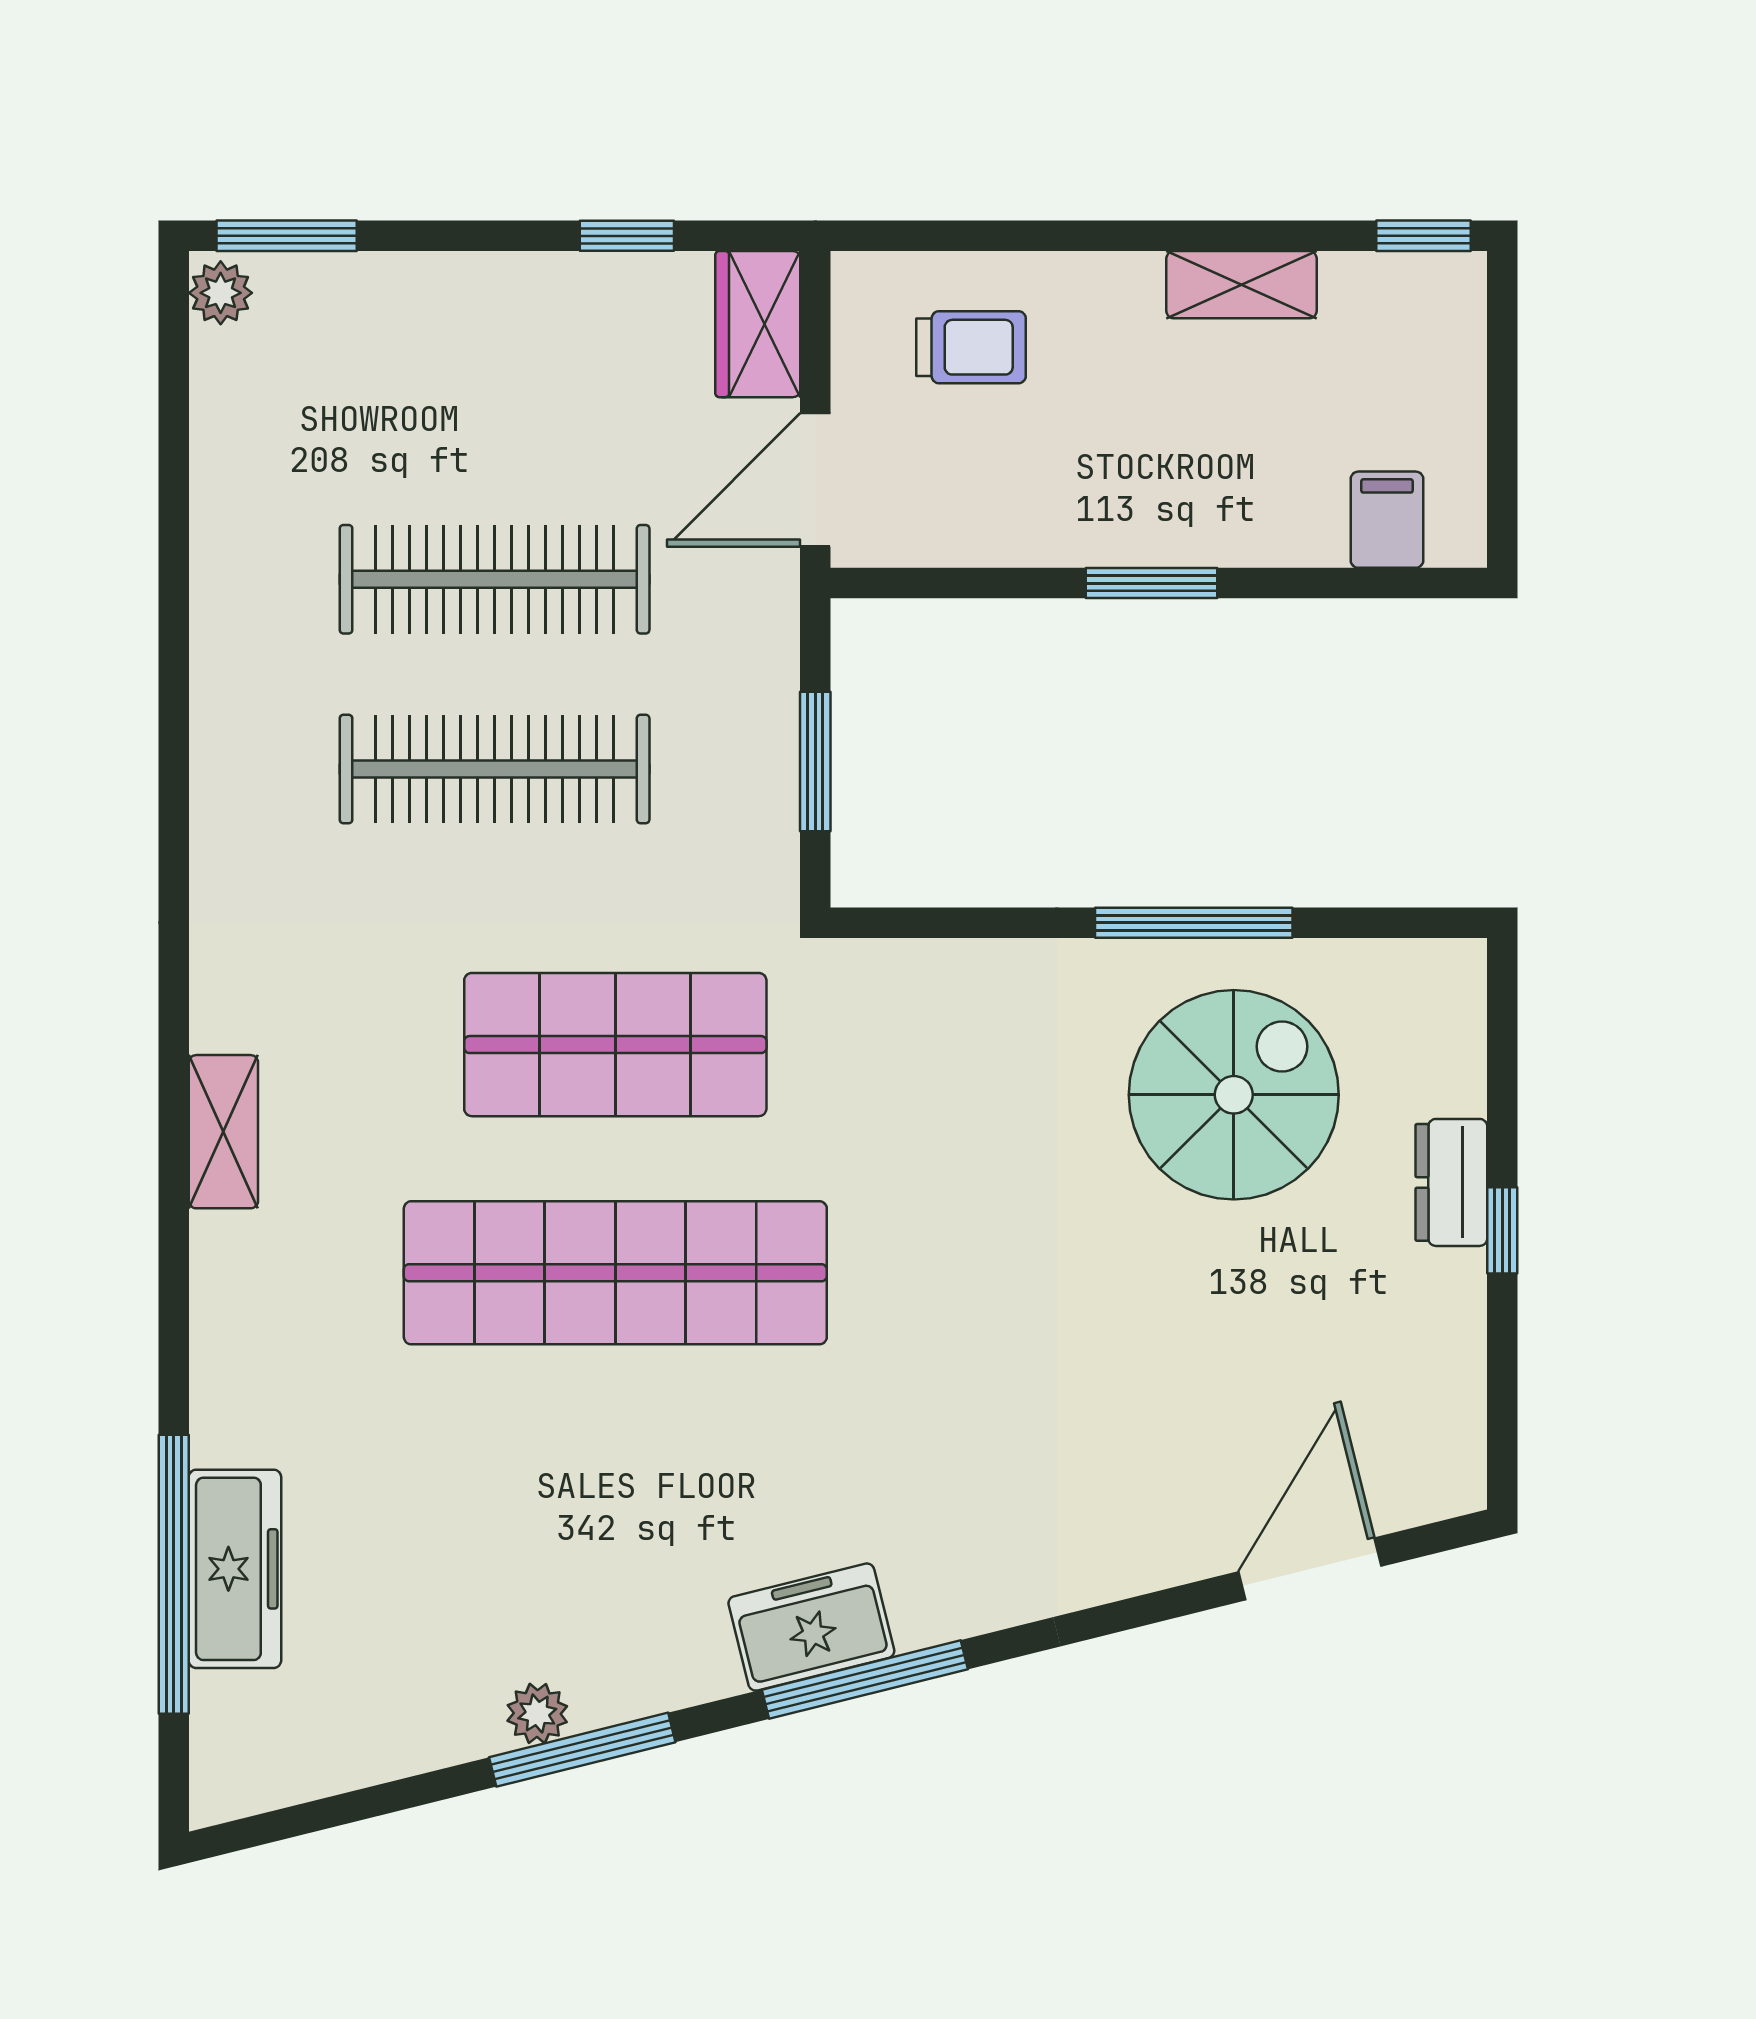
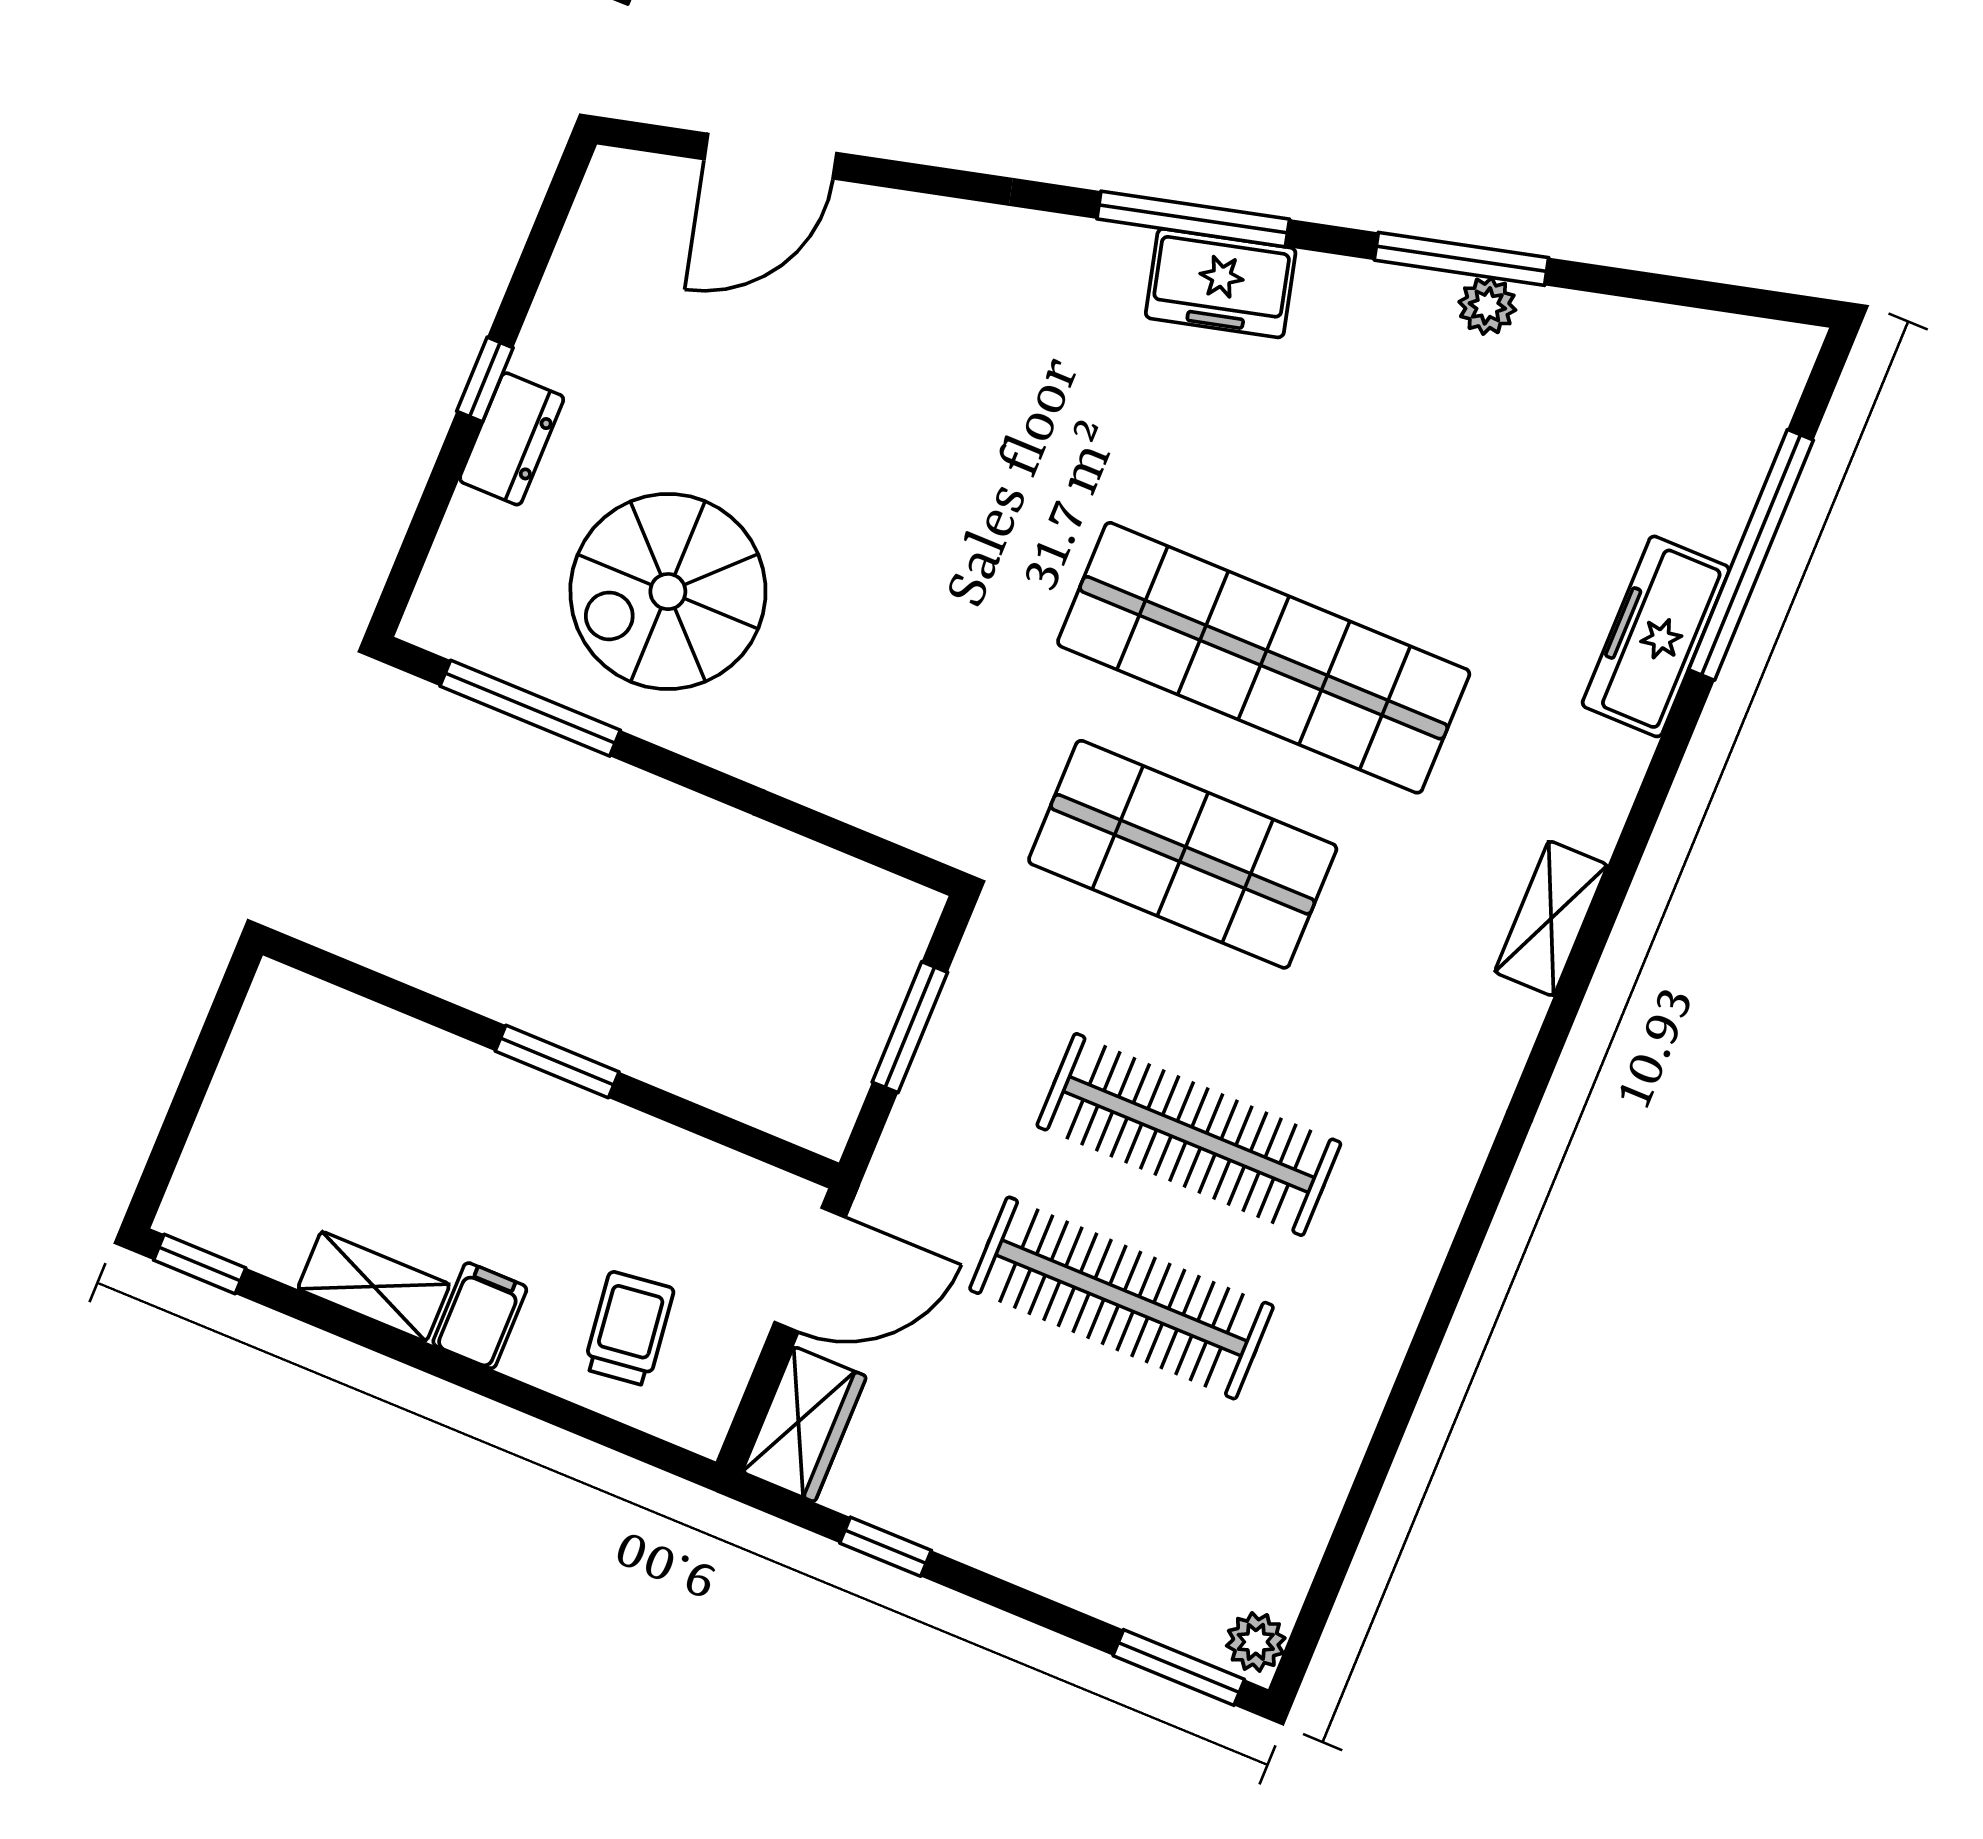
trolley: (971, 347) -> (629, 1329), turned 83
filing cabinet: (1387, 520) -> (480, 1316), moved, turned 180
window: (1194, 923) -> (530, 708), moved
freezer: (235, 1569) -> (1656, 636), moved

